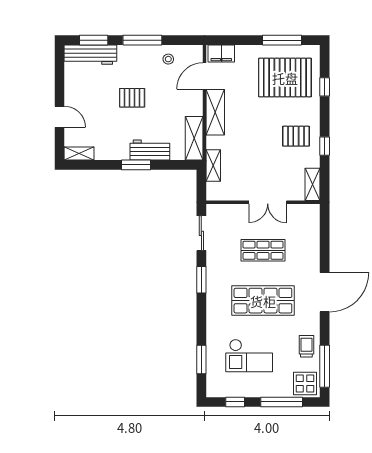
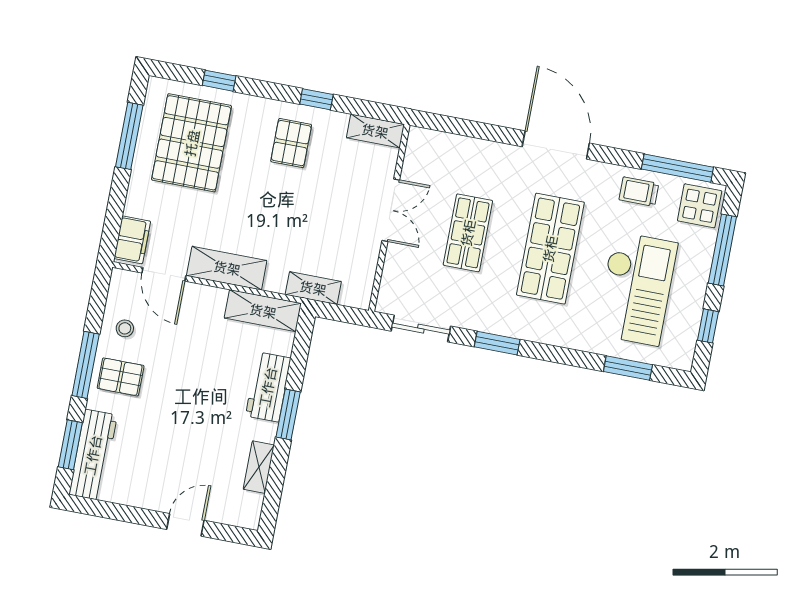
pallet: (132, 98) -> (121, 377), moved, turned 90
shelving: (79, 154) -> (259, 467), moved
checkout: (249, 355) -> (636, 289), width x1.36, depth x1.21

